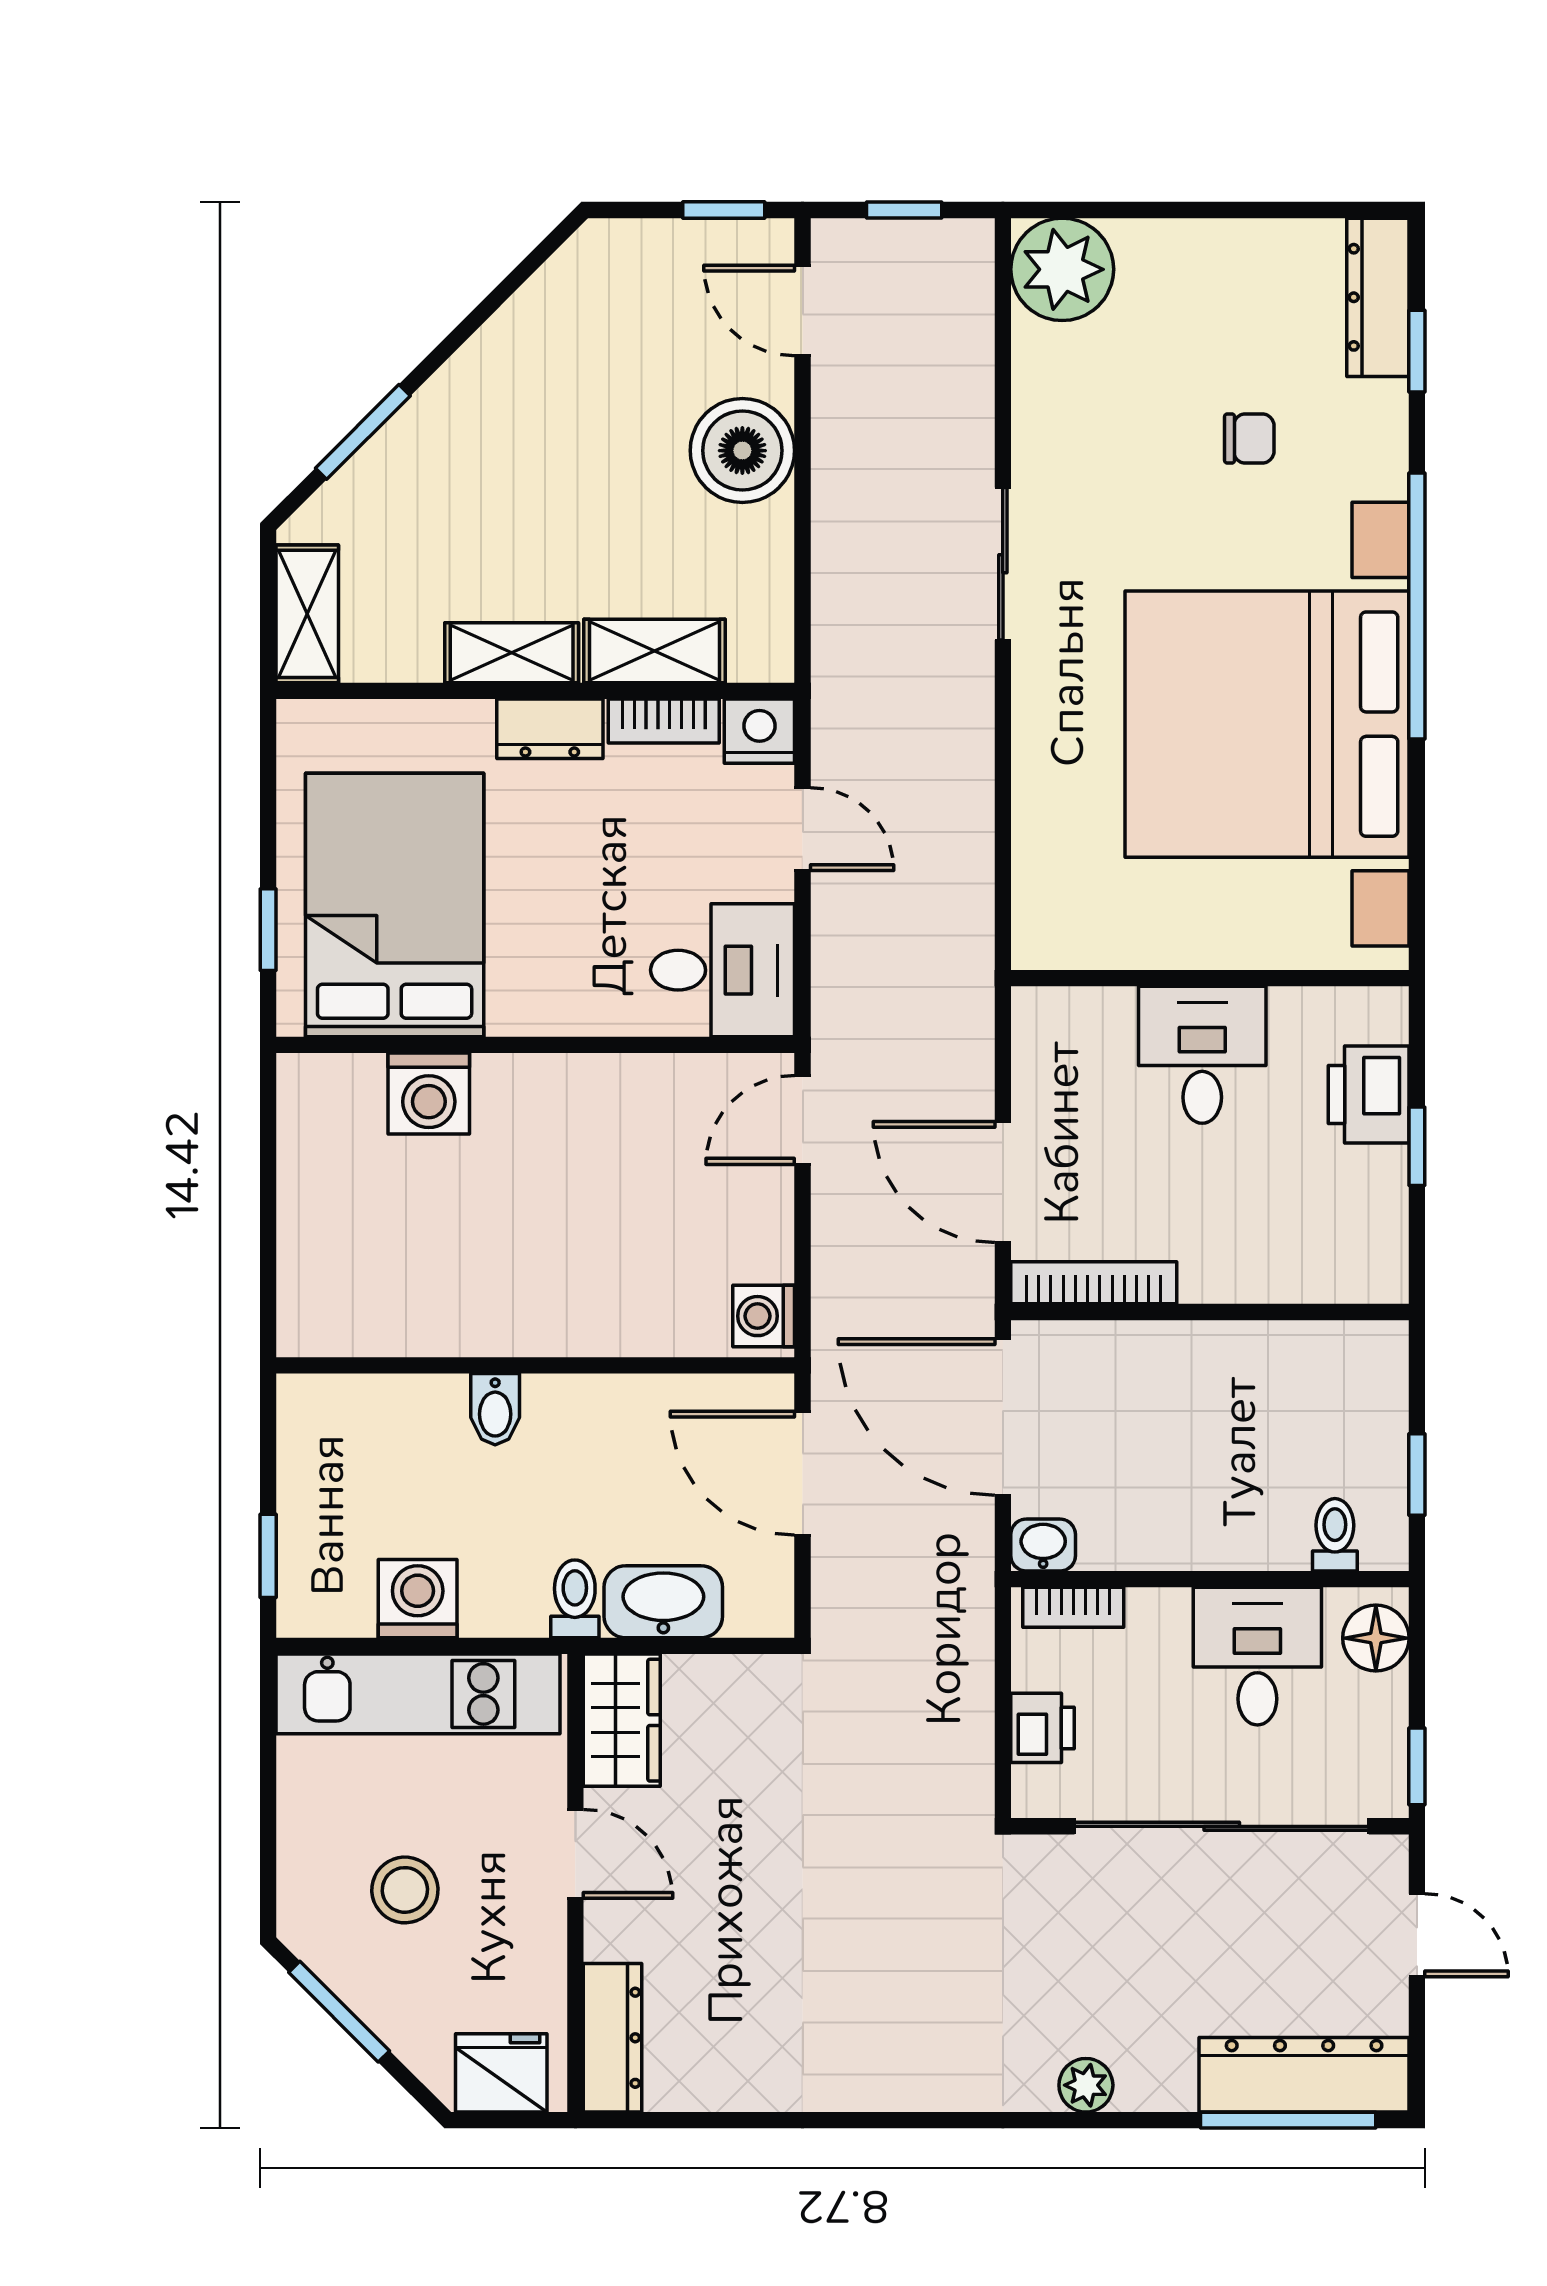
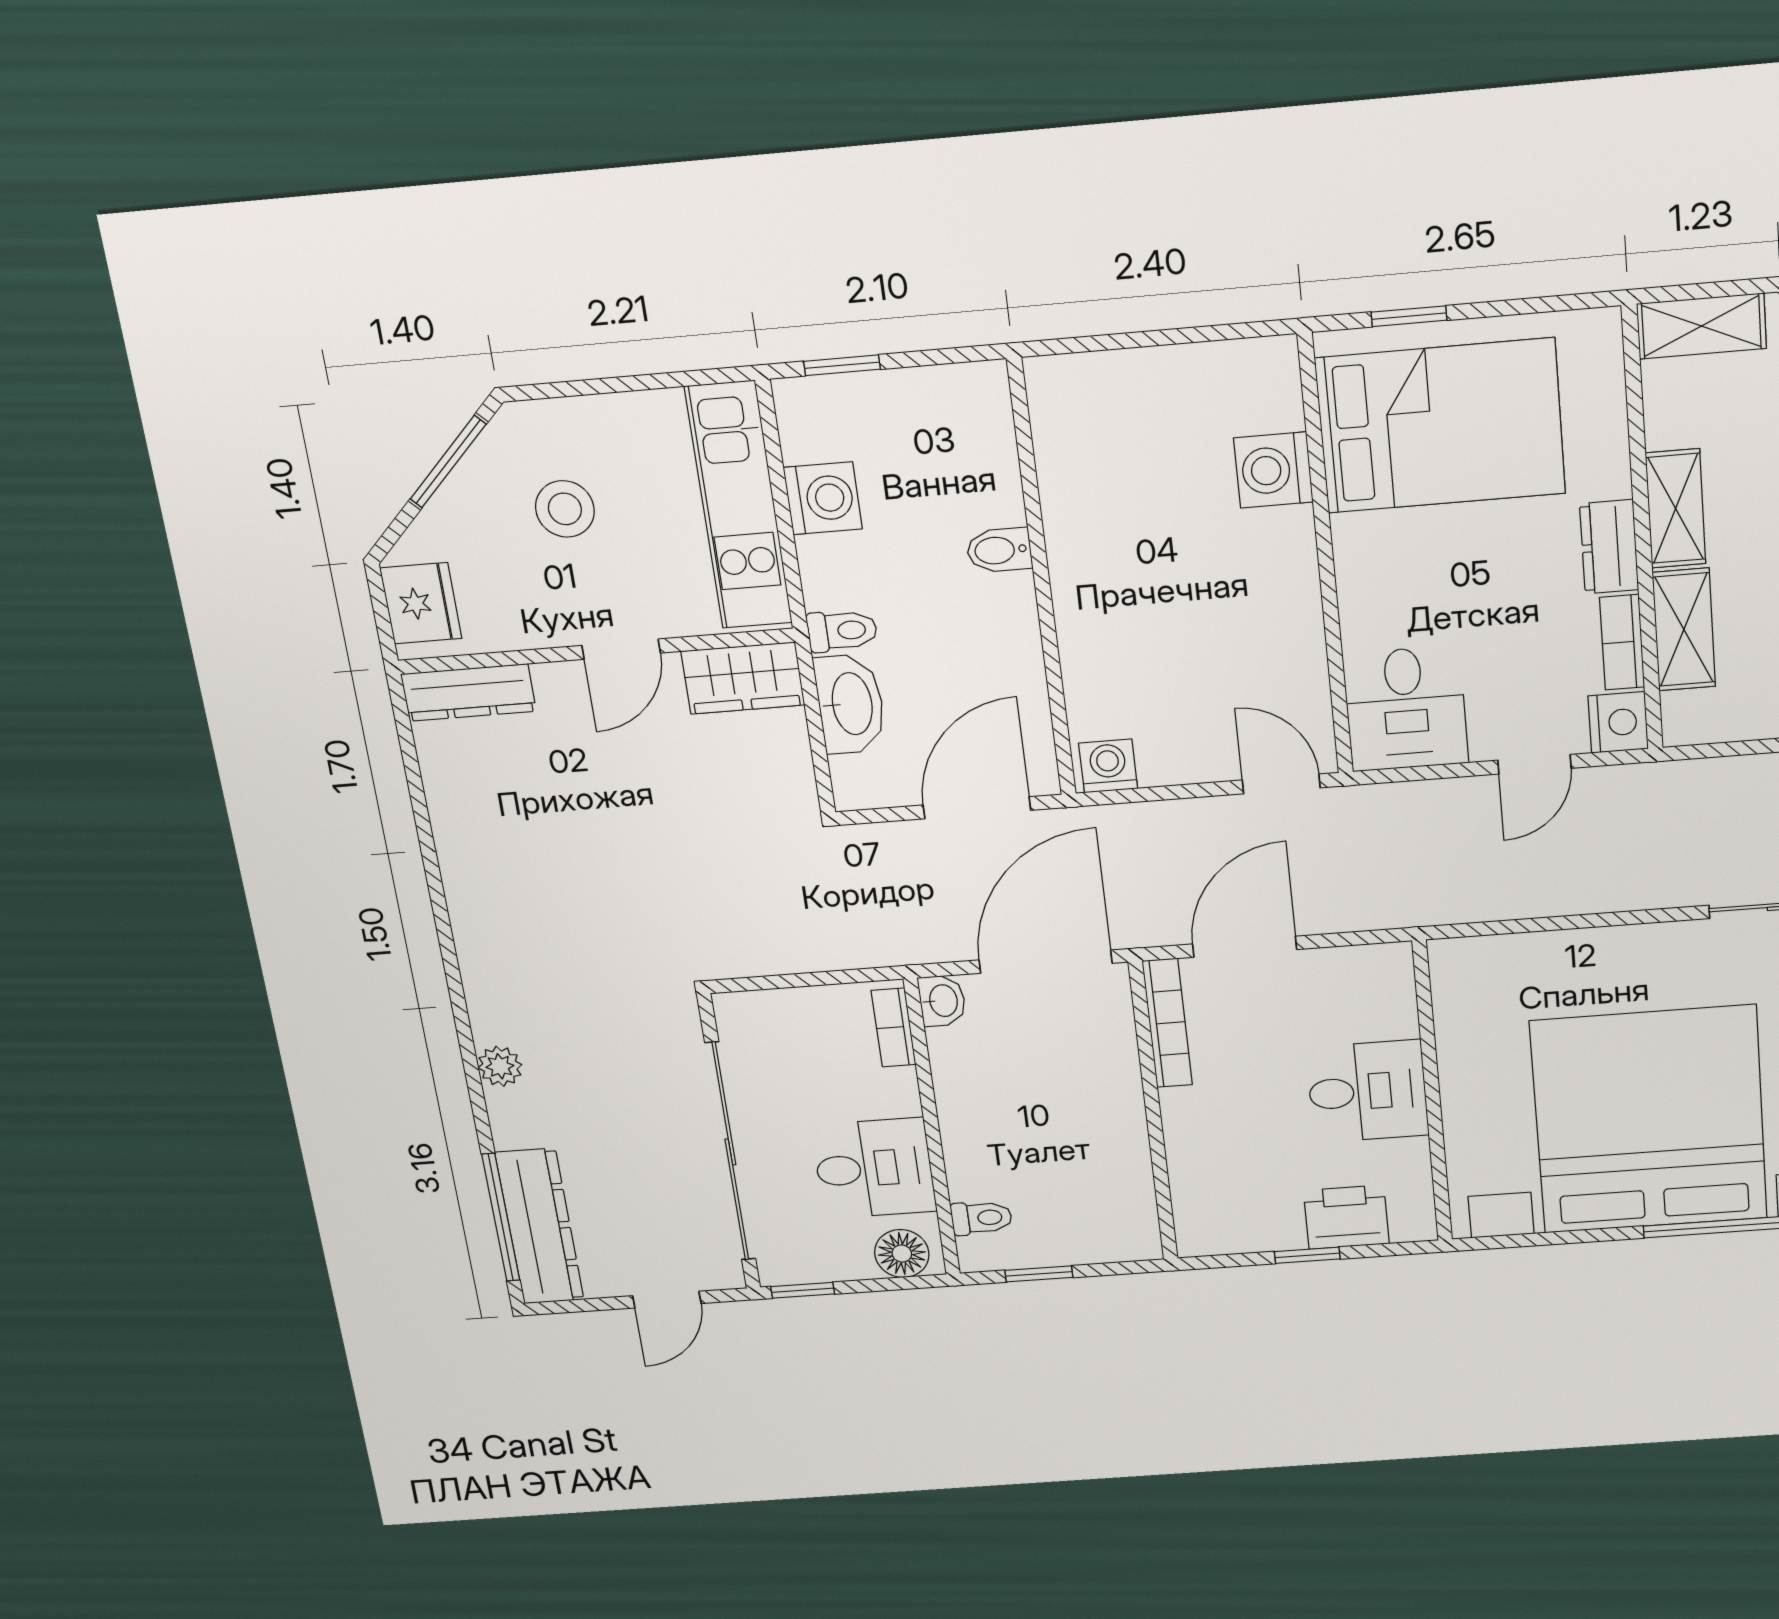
printer: (1042, 1728) -> (789, 1012), removed

